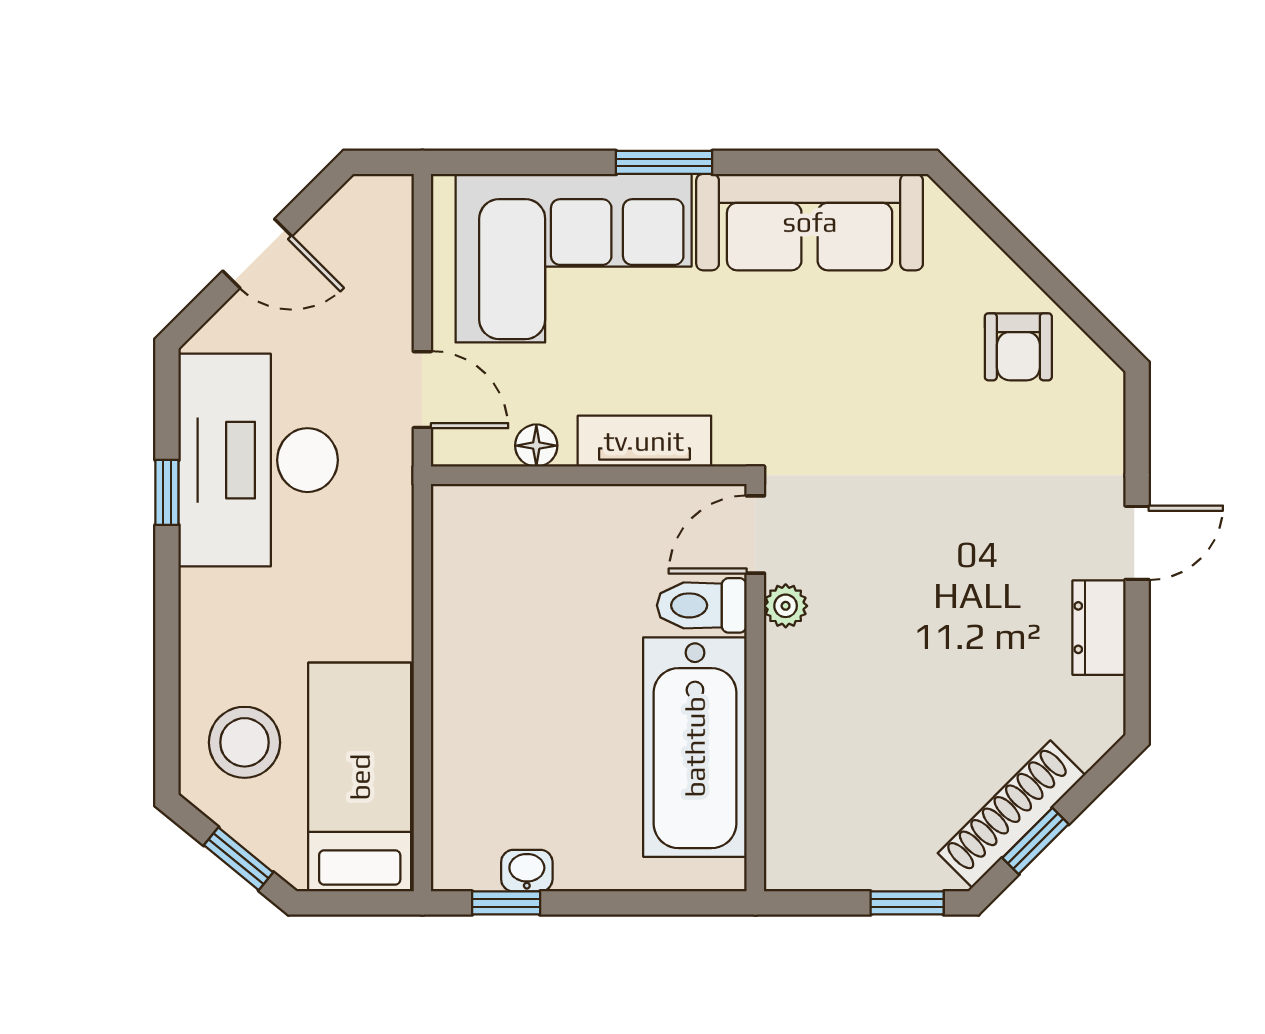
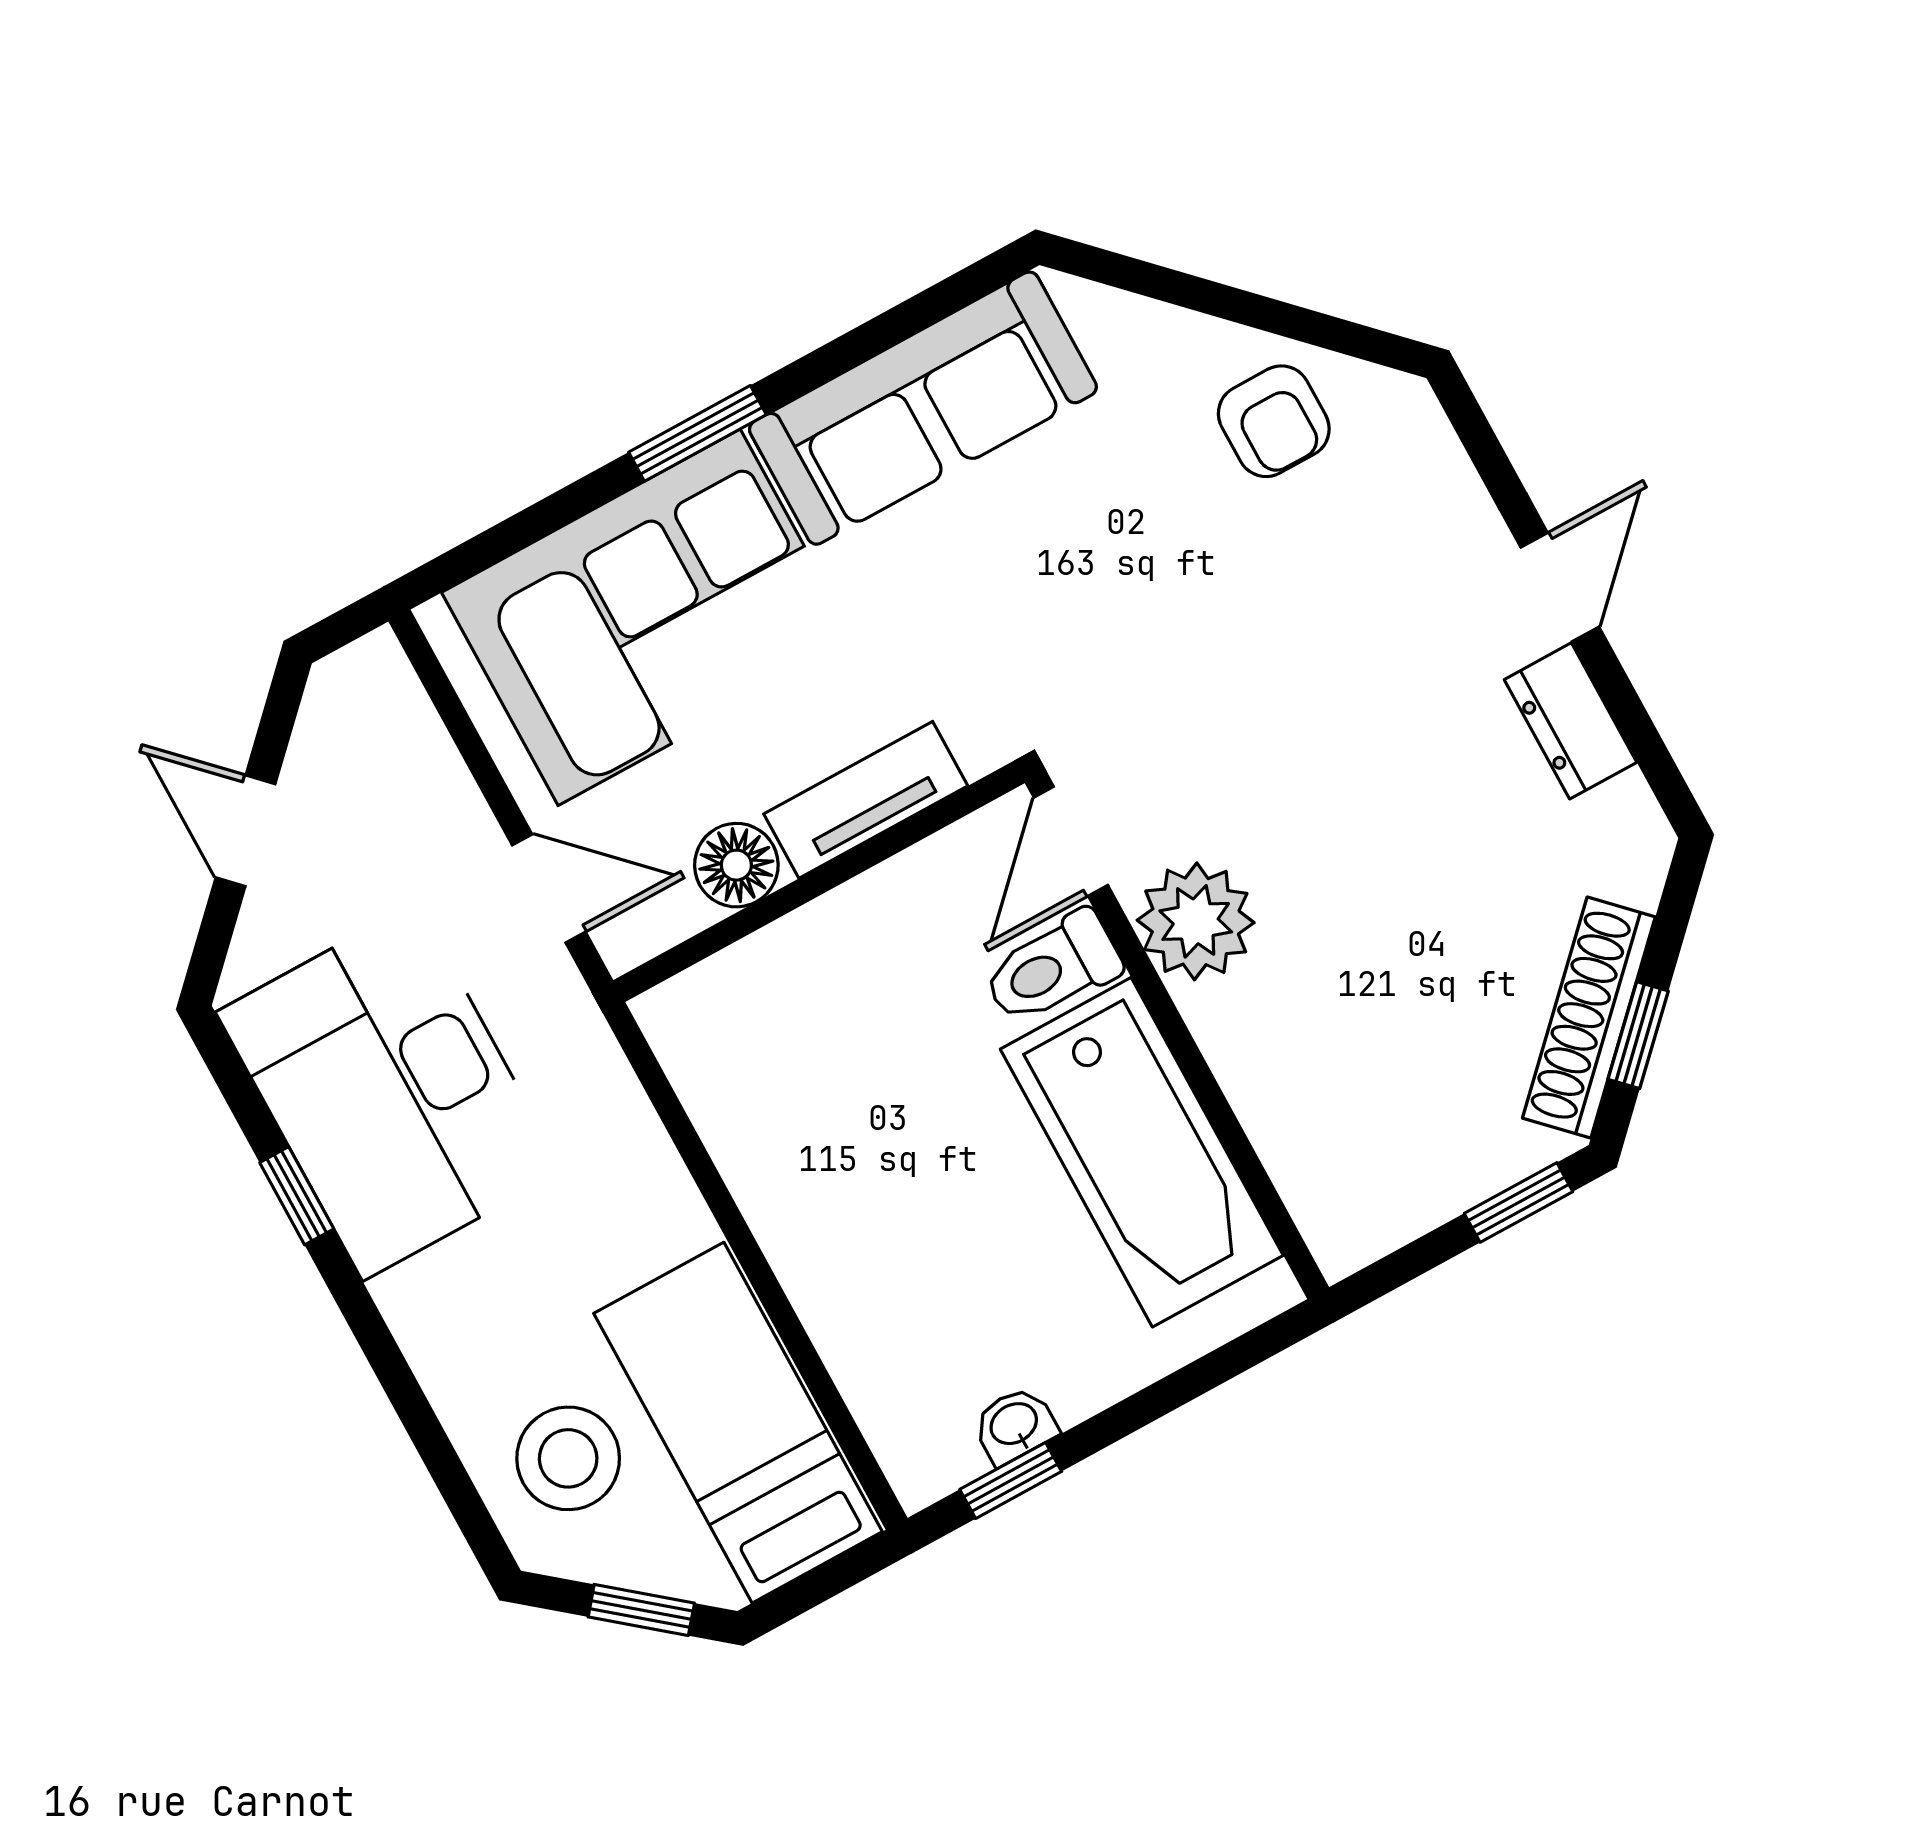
door: (257, 254) -> (246, 831), swing flipped
floor lamp: (536, 446) -> (736, 865), width x1.37, depth x1.37
plant: (786, 606) -> (1196, 921), width x1.88, depth x1.88

